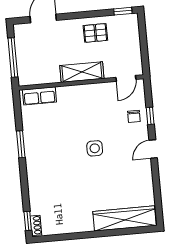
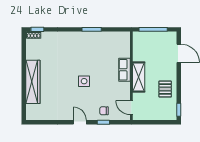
row of seats: (39, 96) -> (124, 70), moved
wardrobe: (125, 218) -> (33, 82), moved

